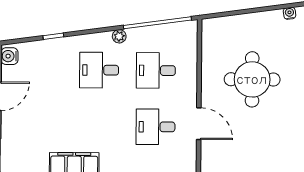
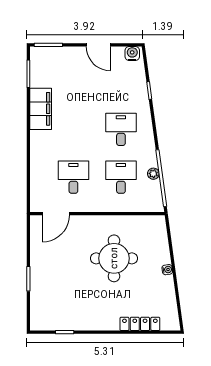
water cooler: (290, 13) -> (167, 270), moved
plant: (119, 36) -> (153, 174), moved
door: (199, 124) -> (56, 214), moved

